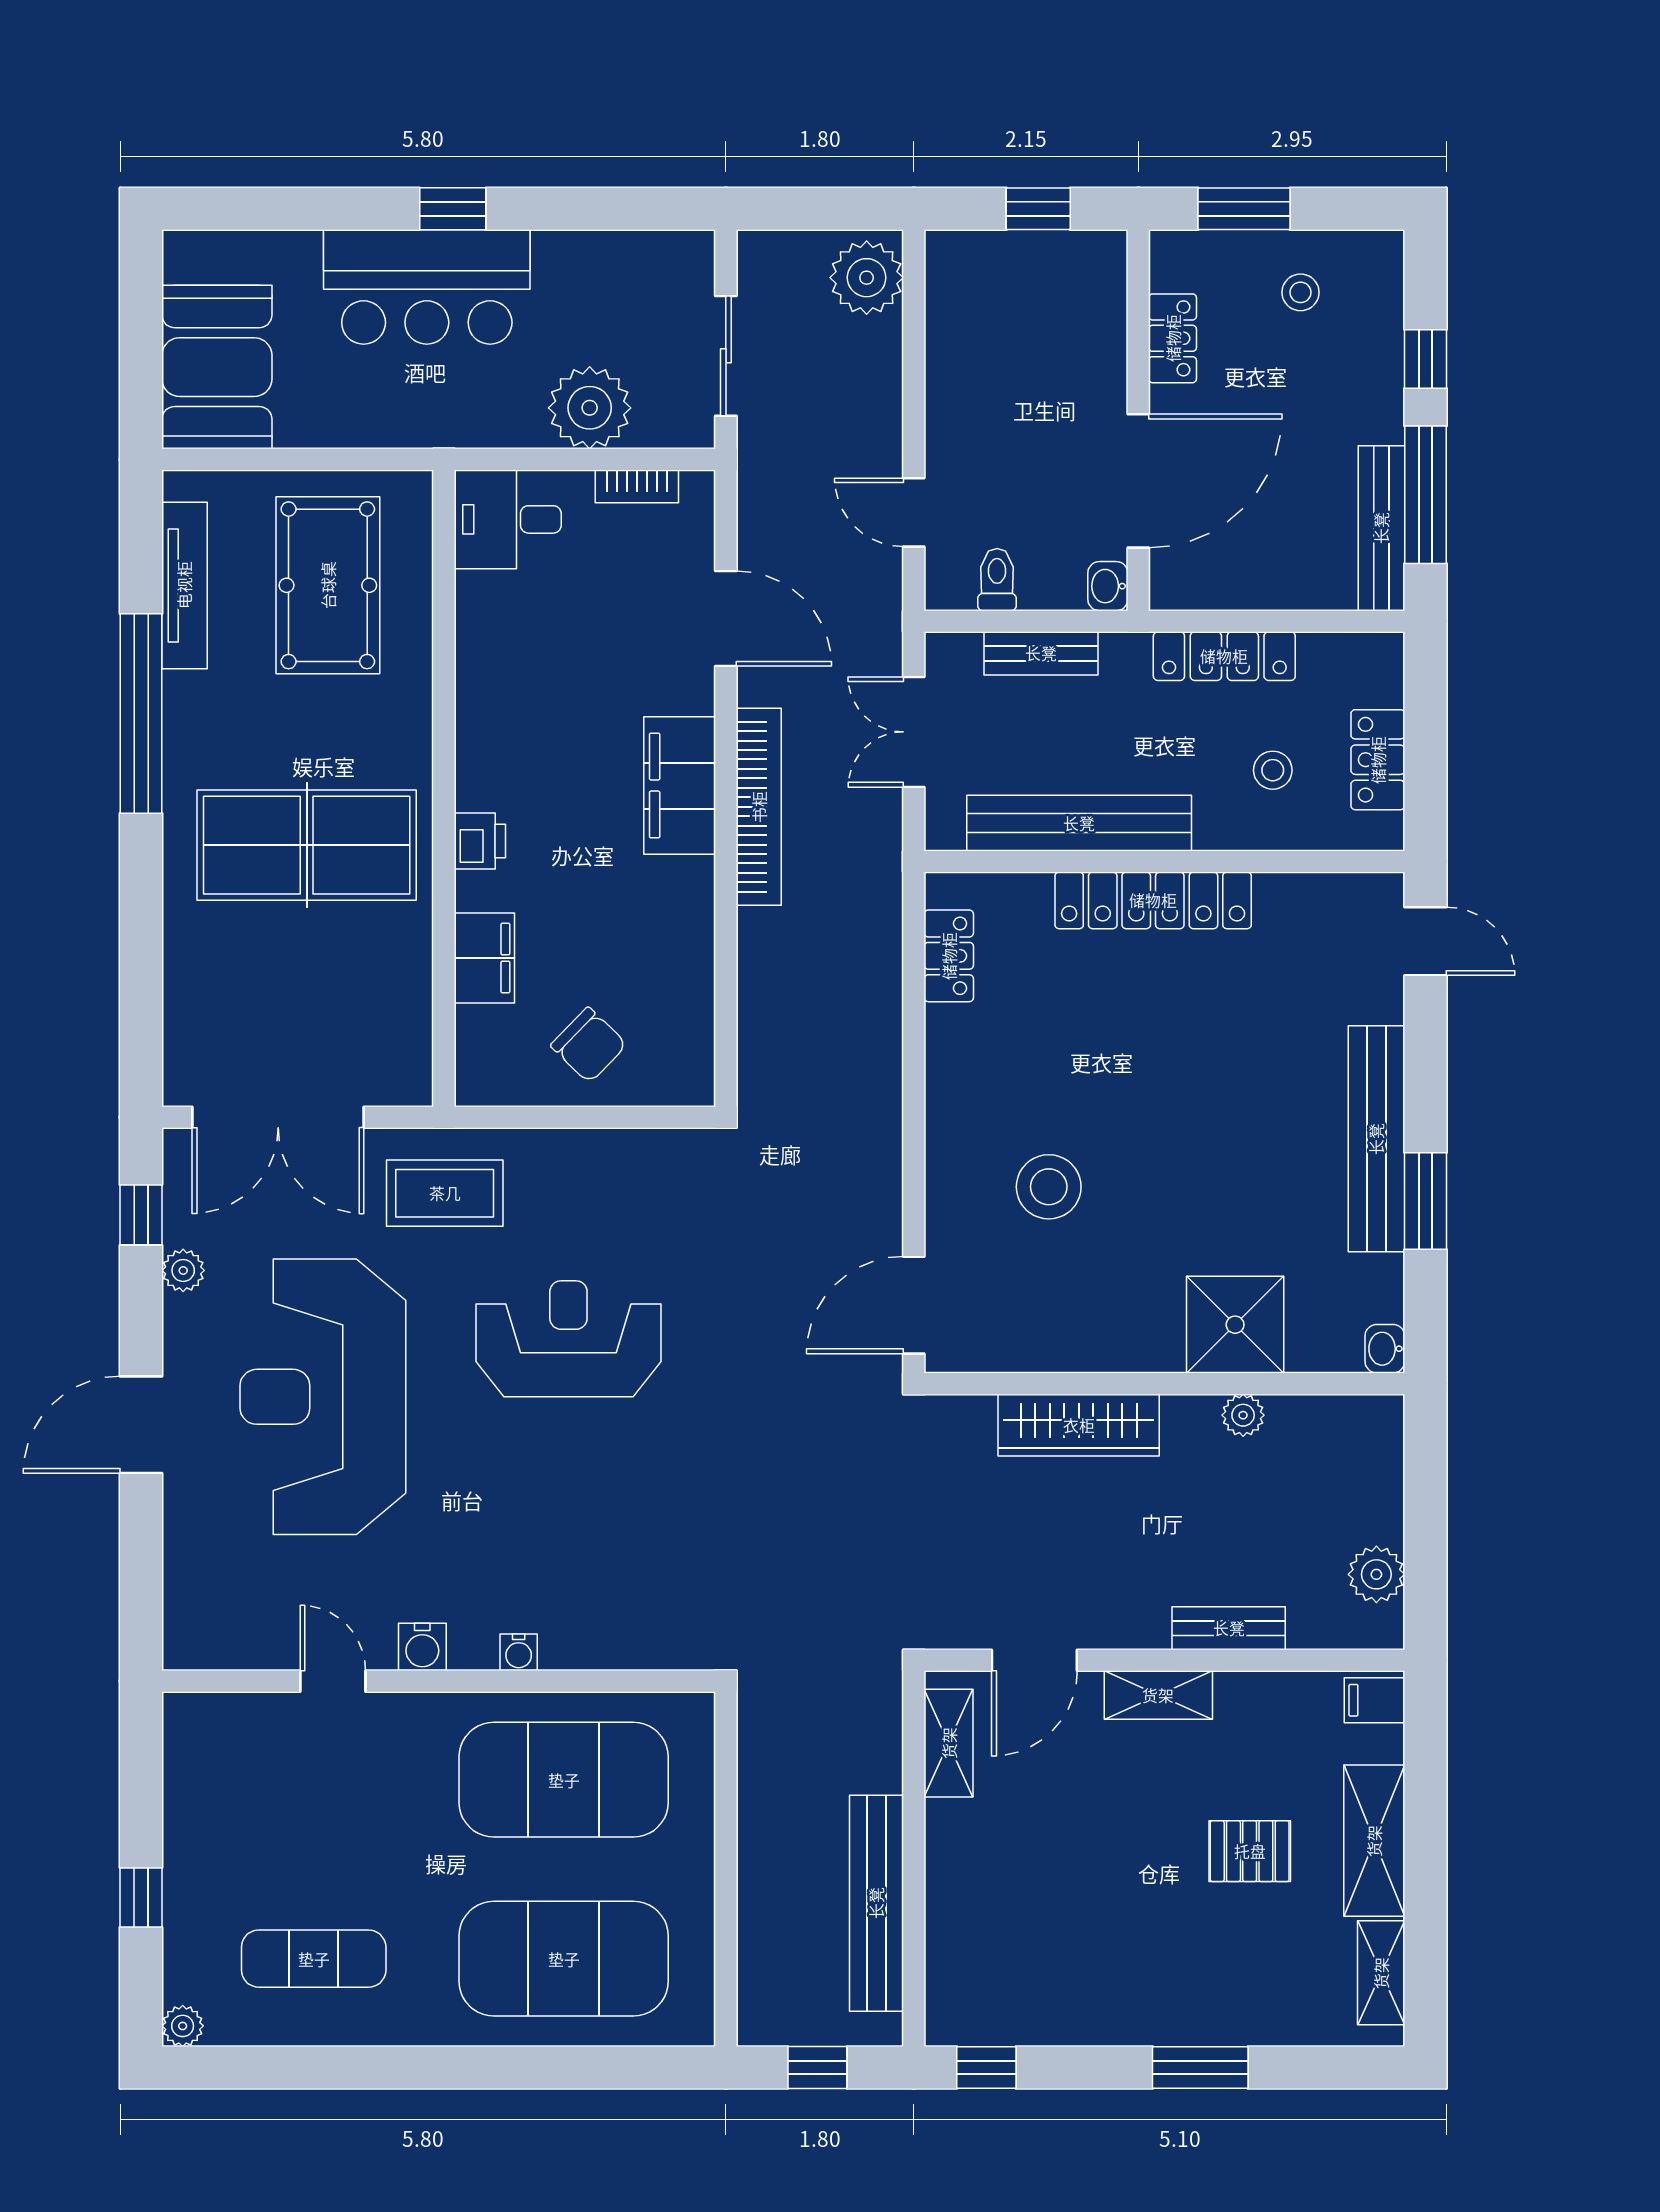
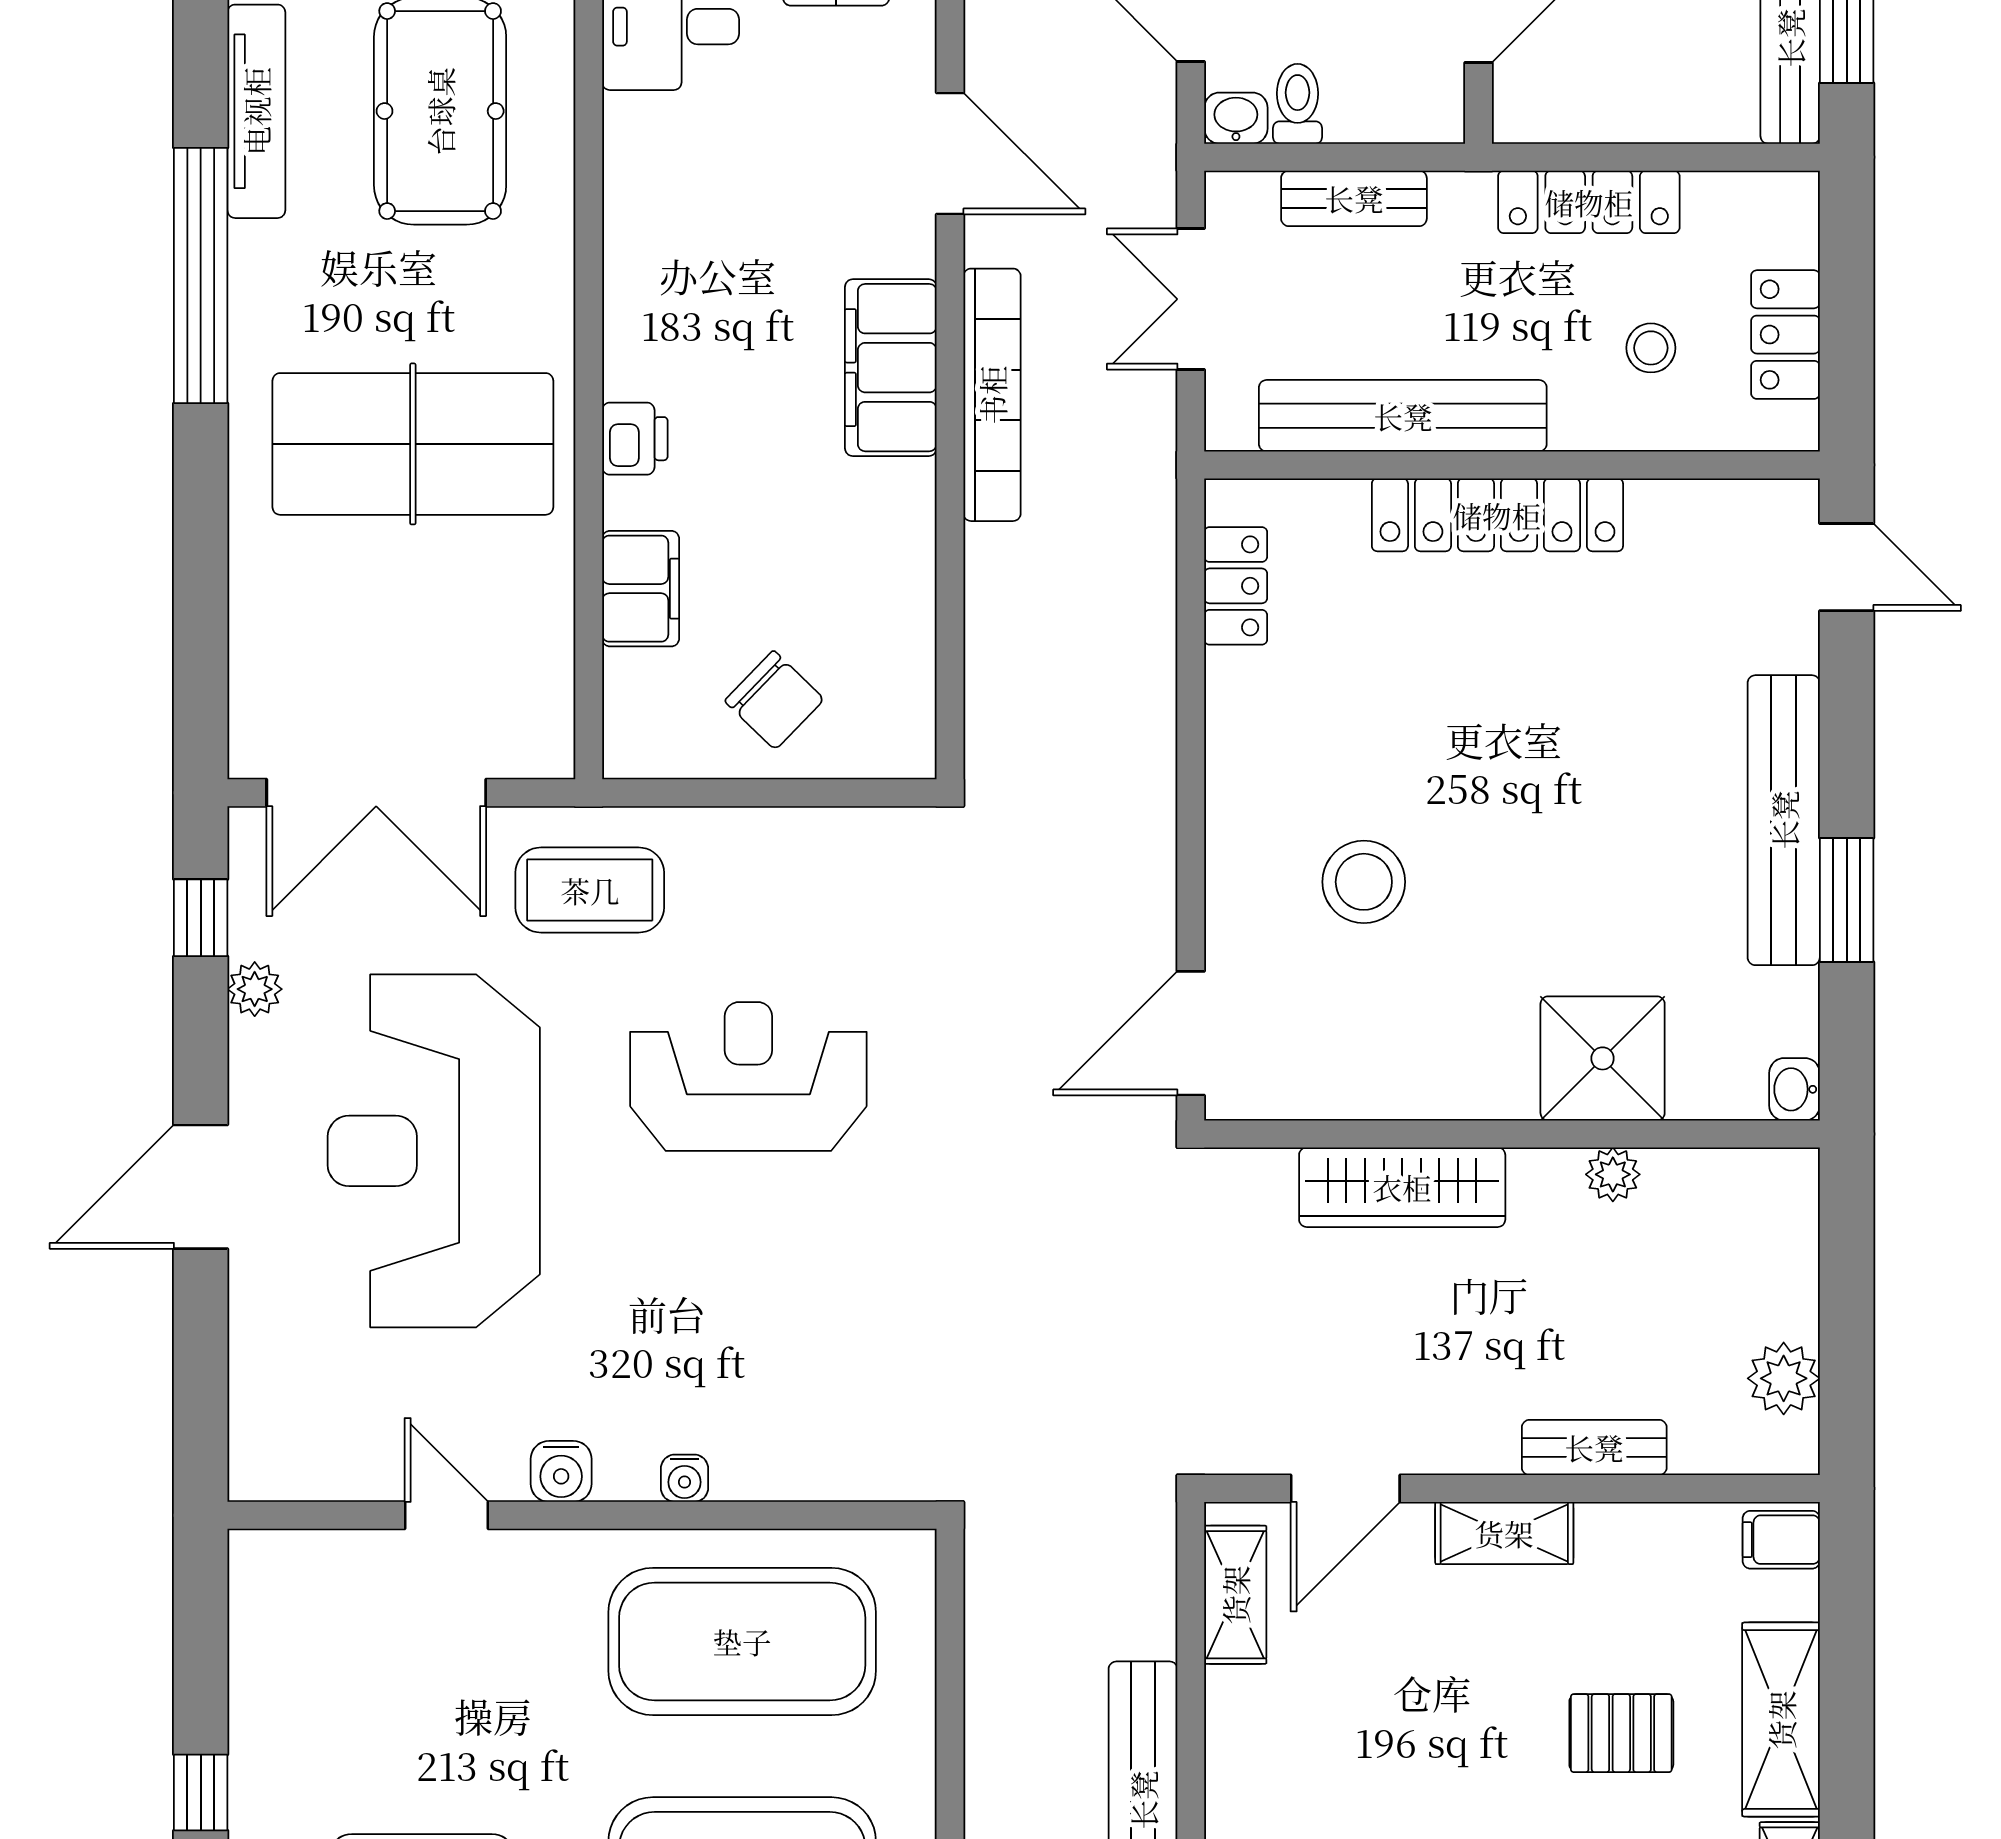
washbasin: (1108, 586) -> (1236, 118), moved, turned 90

